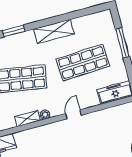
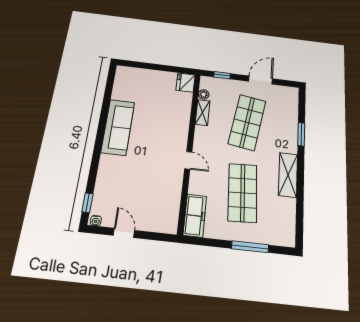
plant: (45, 115) -> (204, 94), moved

